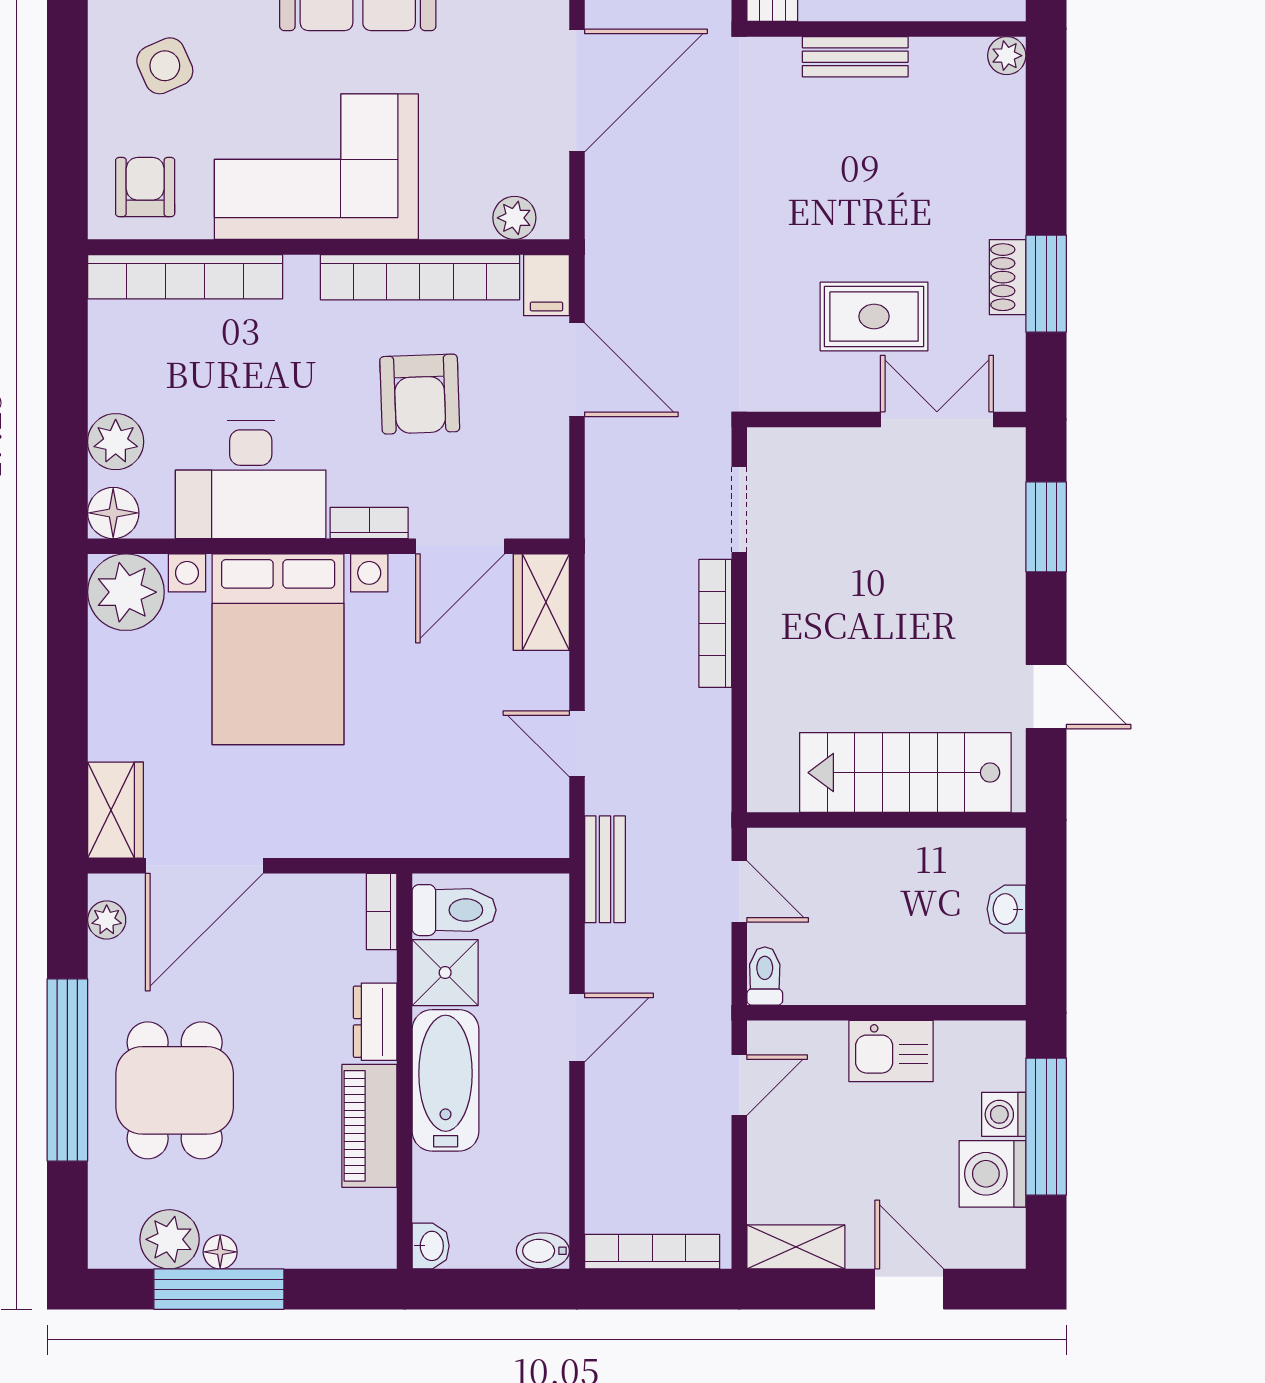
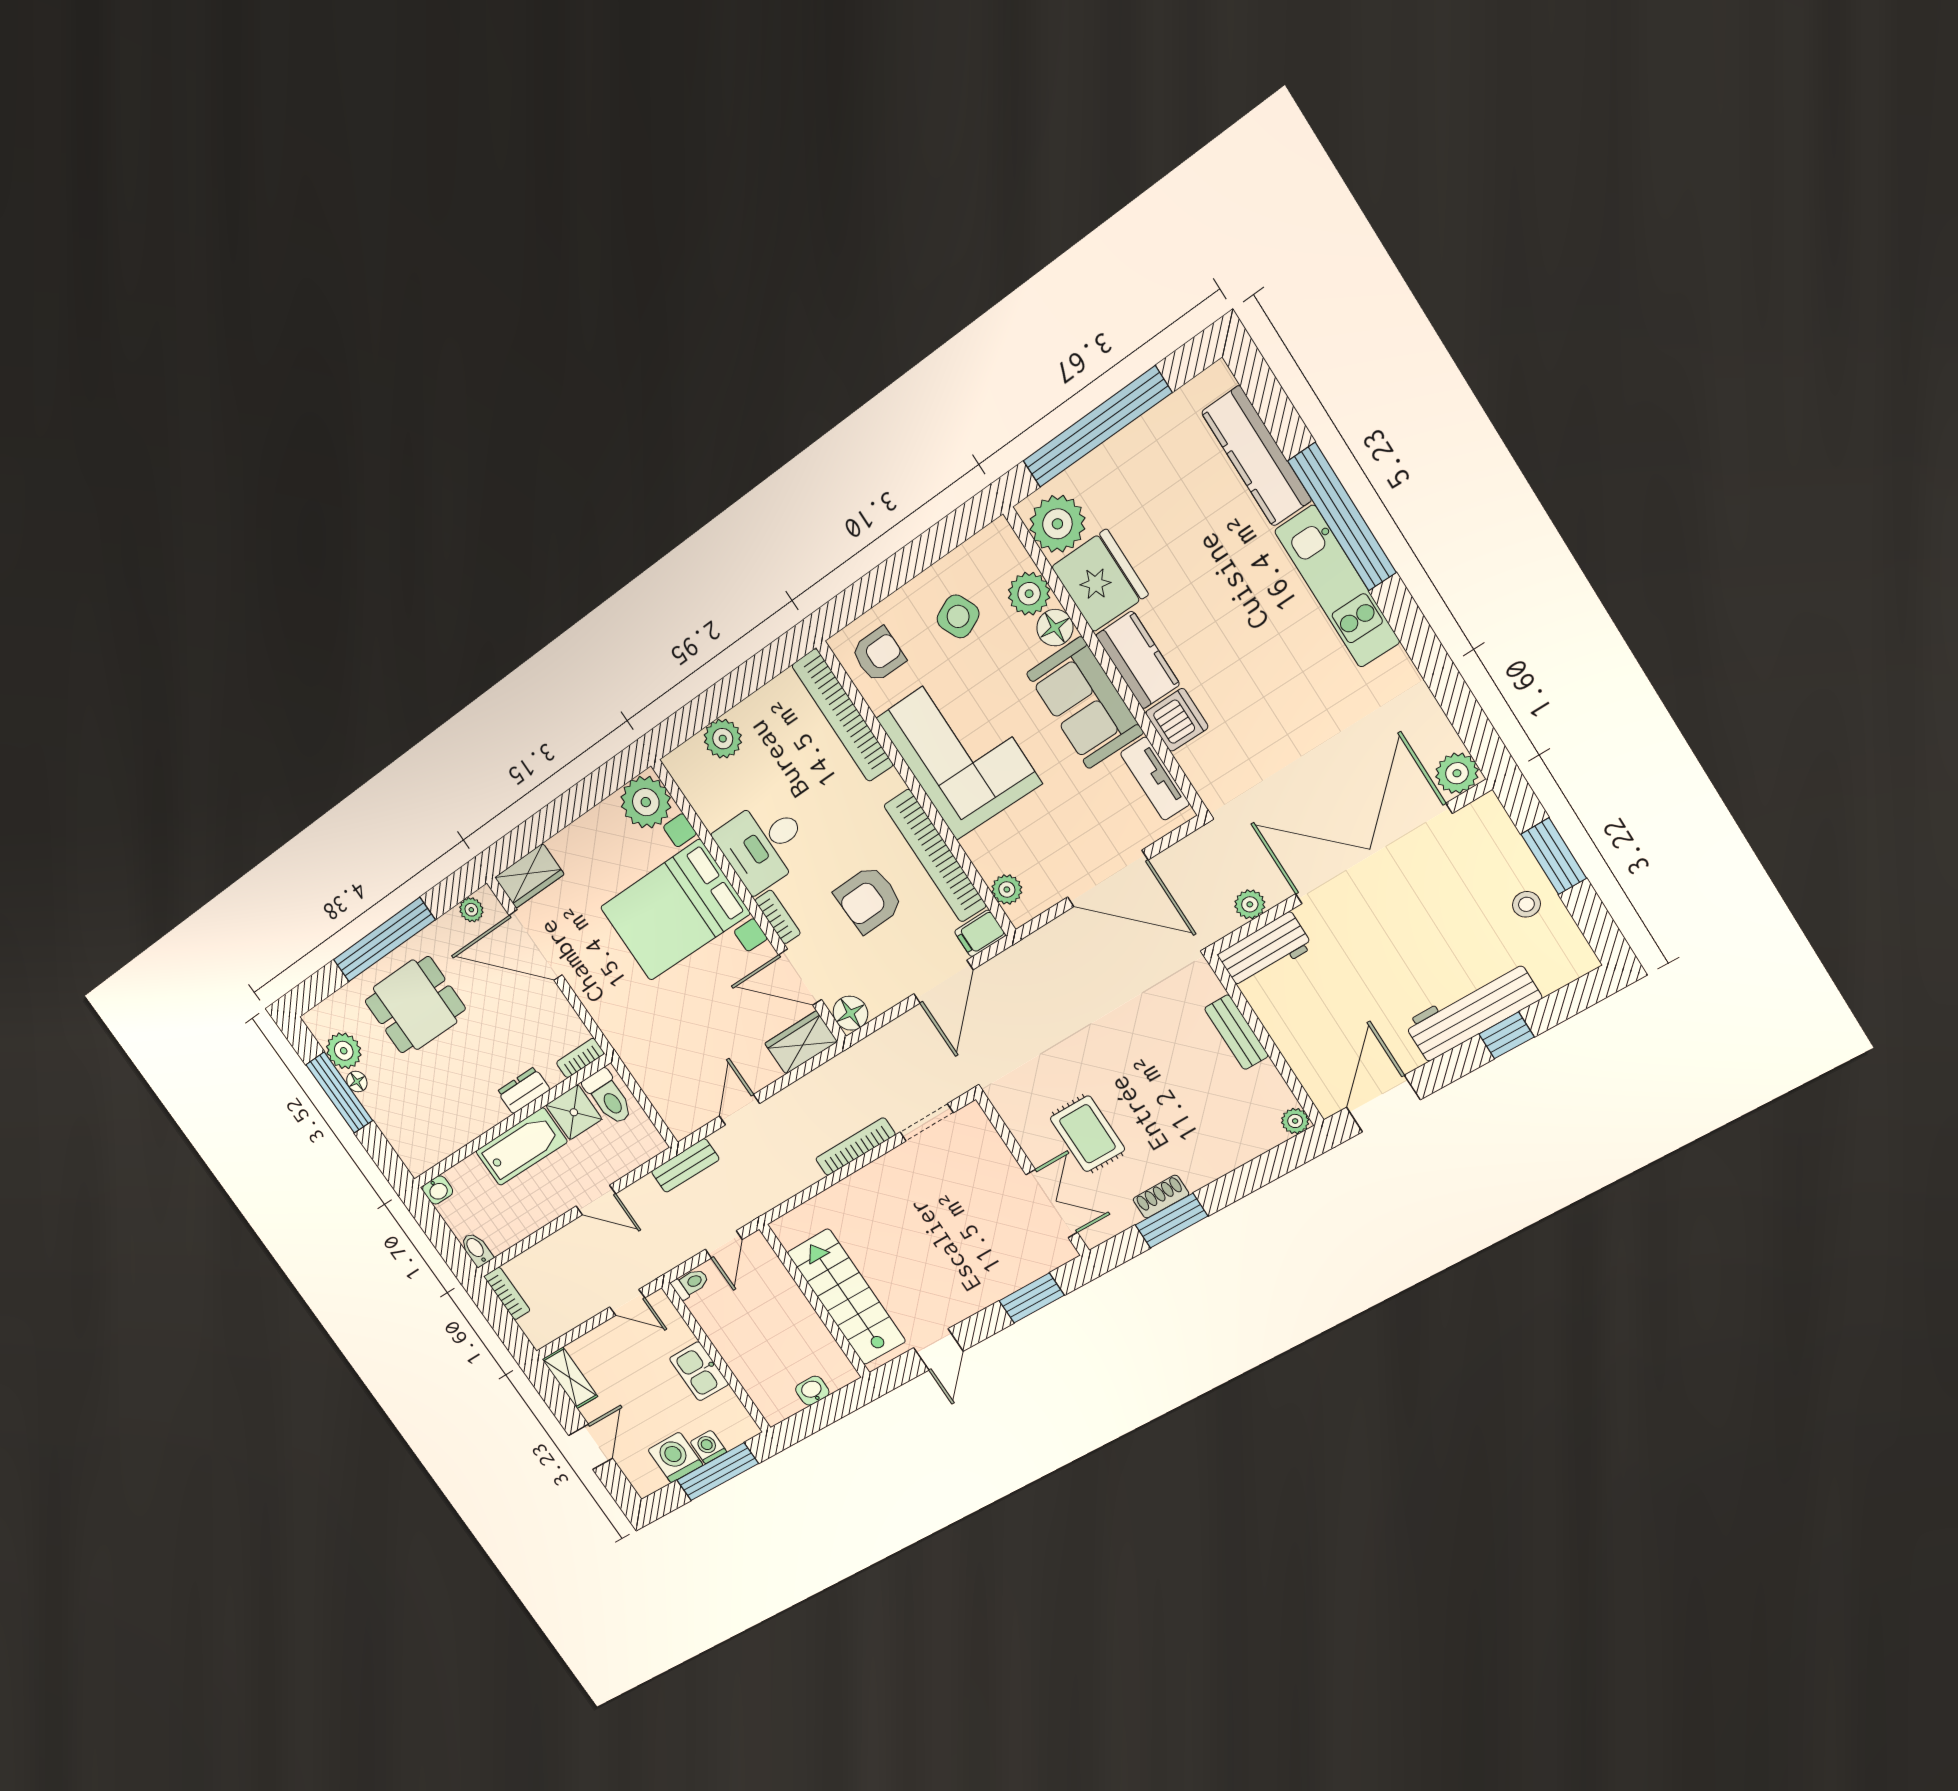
desk: (251, 479) -> (763, 844), width x0.73
floor lamp: (113, 513) -> (850, 1013), moved
piano: (369, 1126) -> (471, 1121), removed
bookcase: (652, 1252) -> (507, 1293), width x0.64

